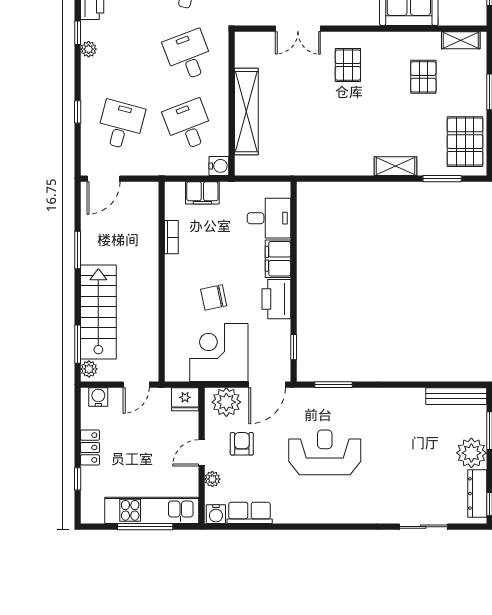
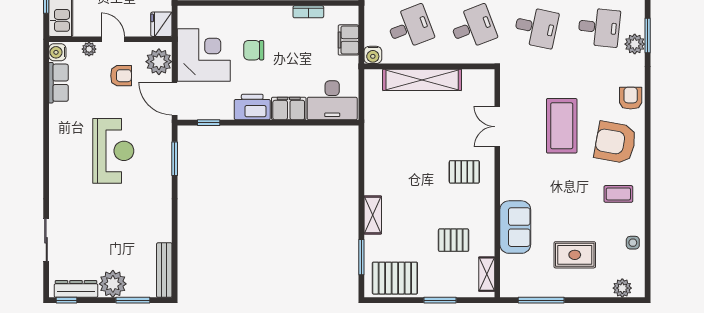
desk: (269, 218) -> (332, 100), width x1.37
chair: (214, 297) -> (254, 50), turned -78

